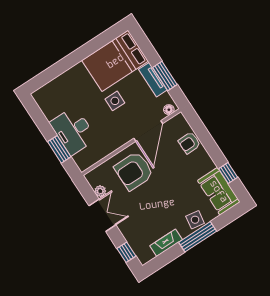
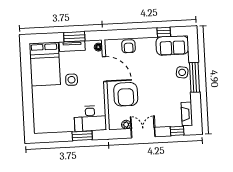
desk: (73, 131) -> (90, 119), moved
fireplace: (166, 243) -> (187, 114), moved

